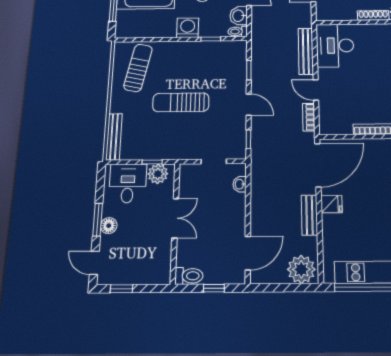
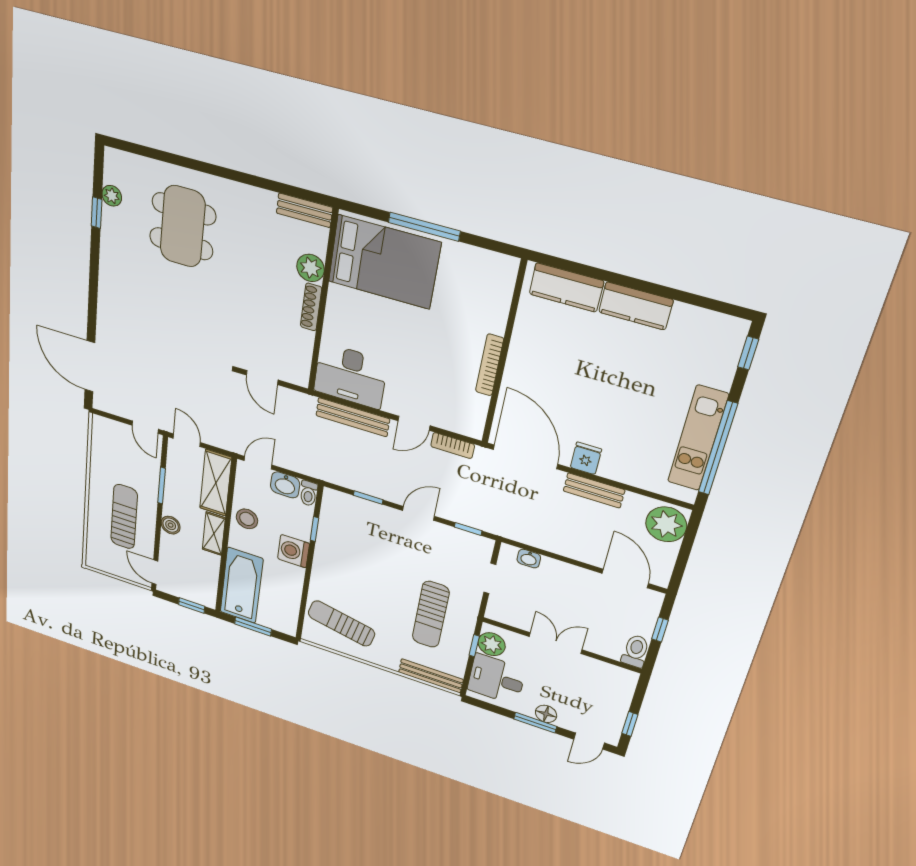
sun lounger: (181, 102) -> (431, 614), moved

